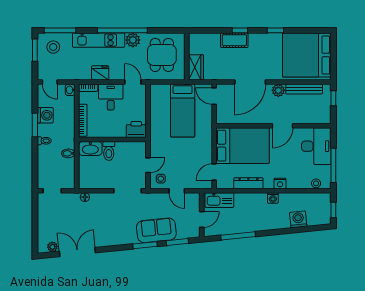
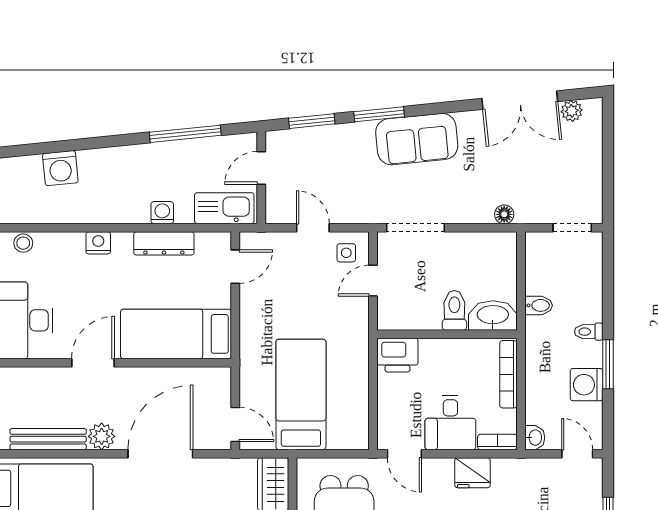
bed: (243, 146) -> (176, 334), width x0.67
washing machine: (273, 198) -> (162, 213), moved
sofa: (156, 230) -> (417, 139), moved

